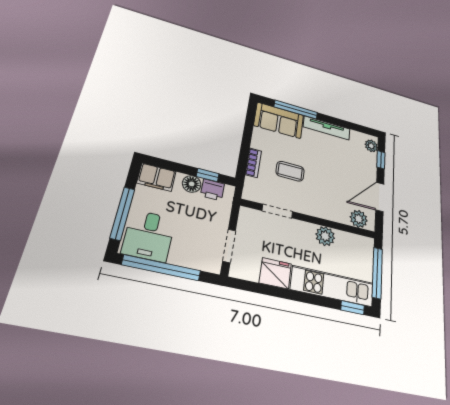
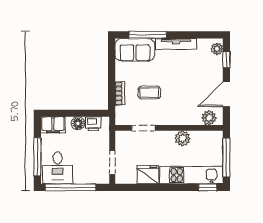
window: (208, 175) -> (88, 113), removed

